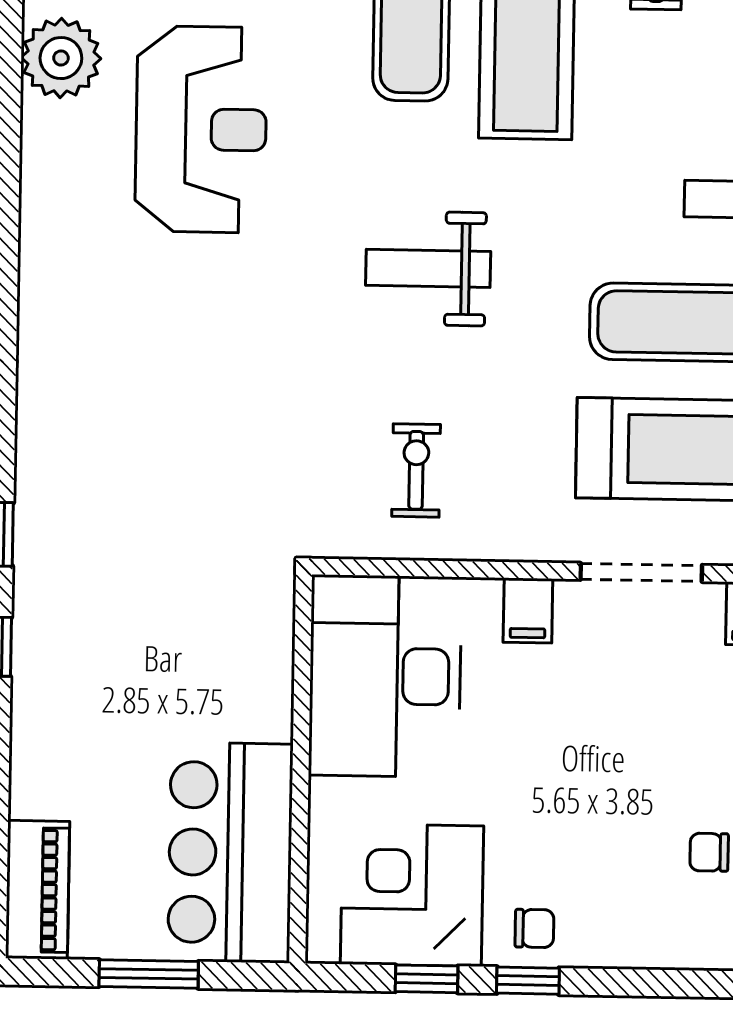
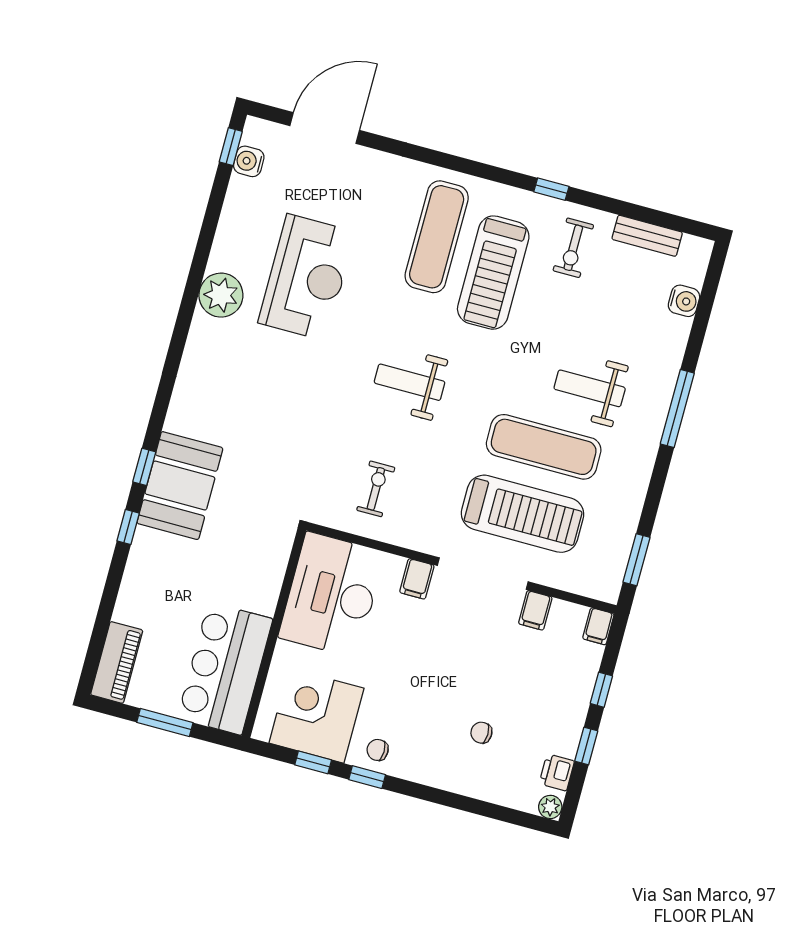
plant: (61, 58) -> (221, 295), moved
booth: (71, 551) -> (180, 486), added
doorway: (641, 572) -> (483, 574), width x1.36
chair: (534, 928) -> (378, 750), turned 180

